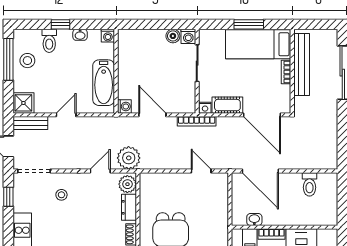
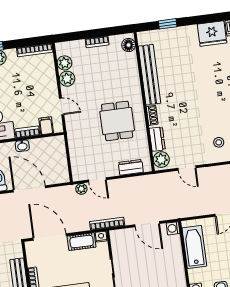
plant: (129, 158) -> (81, 189), moved, width x0.53, depth x0.53
door: (100, 171) -> (187, 168), hinge flipped
door: (260, 171) -> (29, 189), moved
dresser: (162, 180) -> (131, 167), added
washbasin: (254, 220) -> (22, 146), moved

